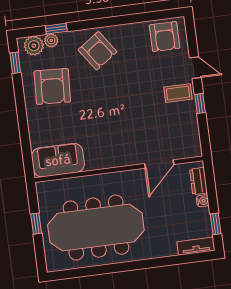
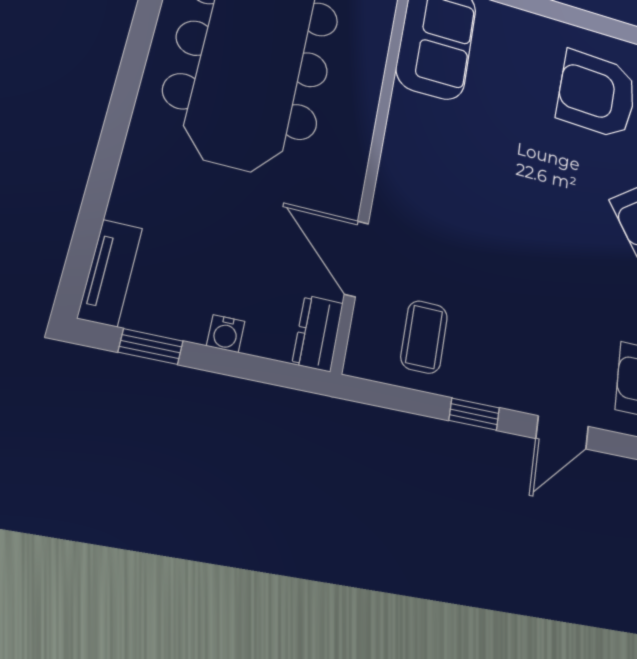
coffee table: (178, 93) -> (424, 337), moved
dresser: (199, 181) -> (318, 333), moved, turned -90

